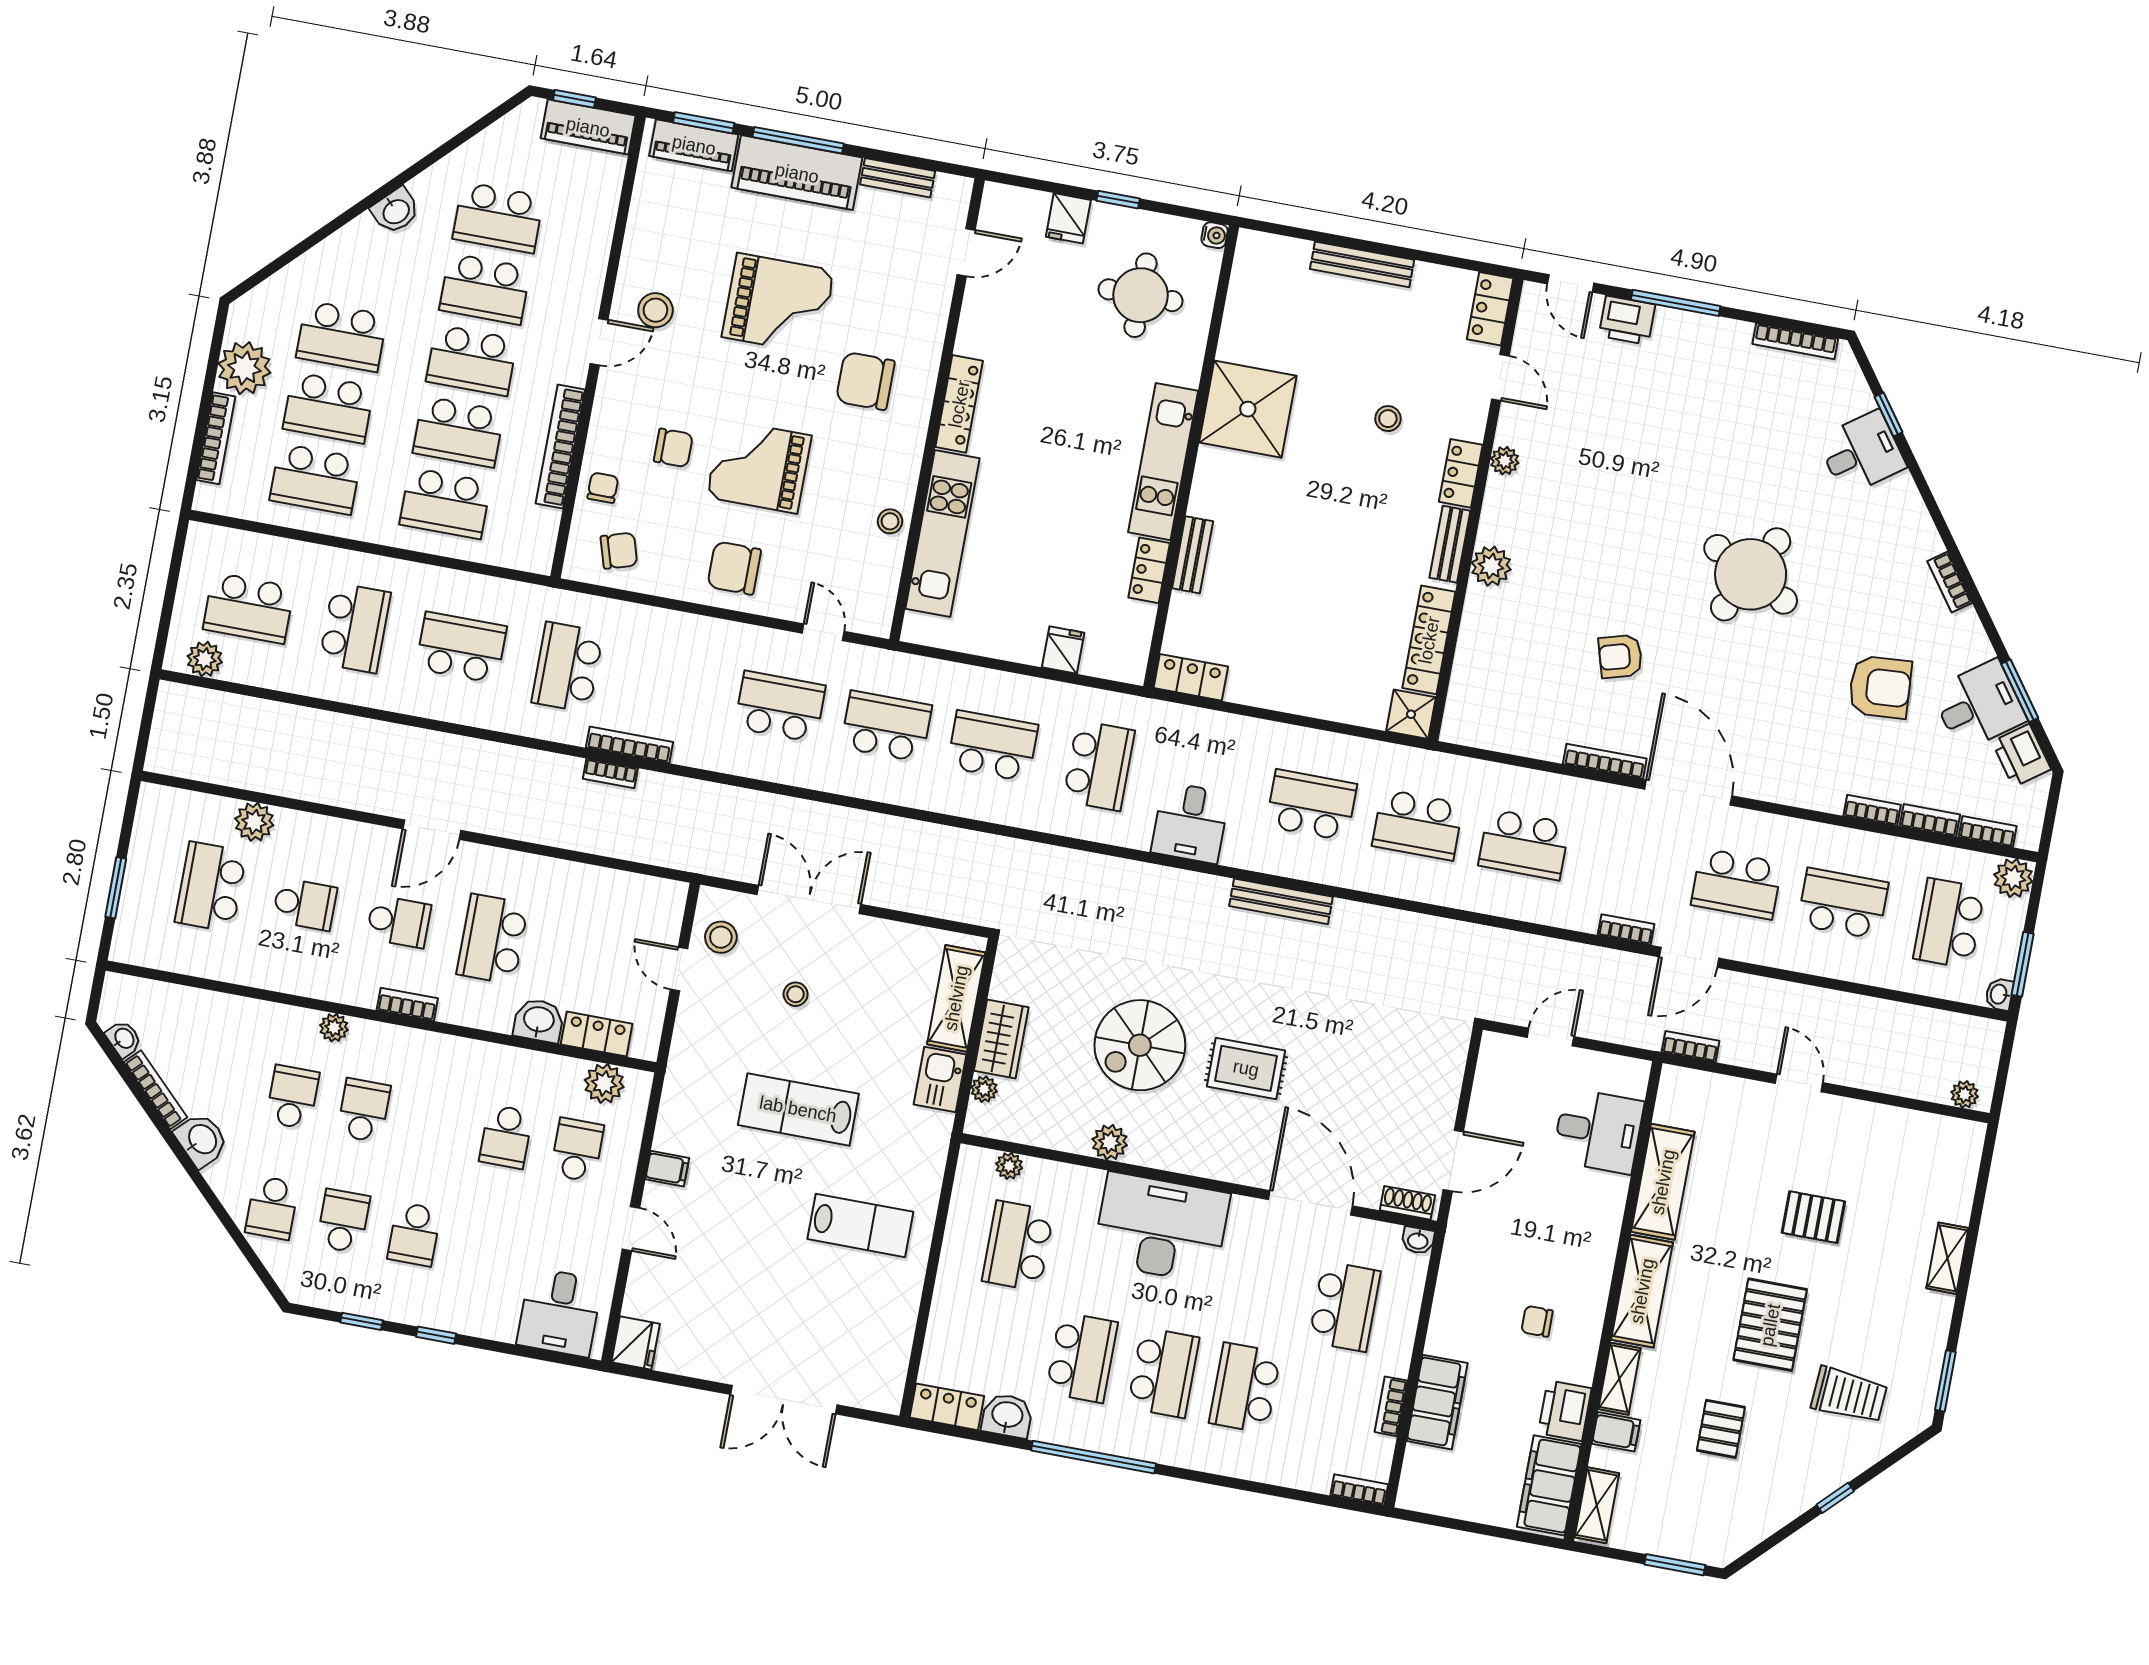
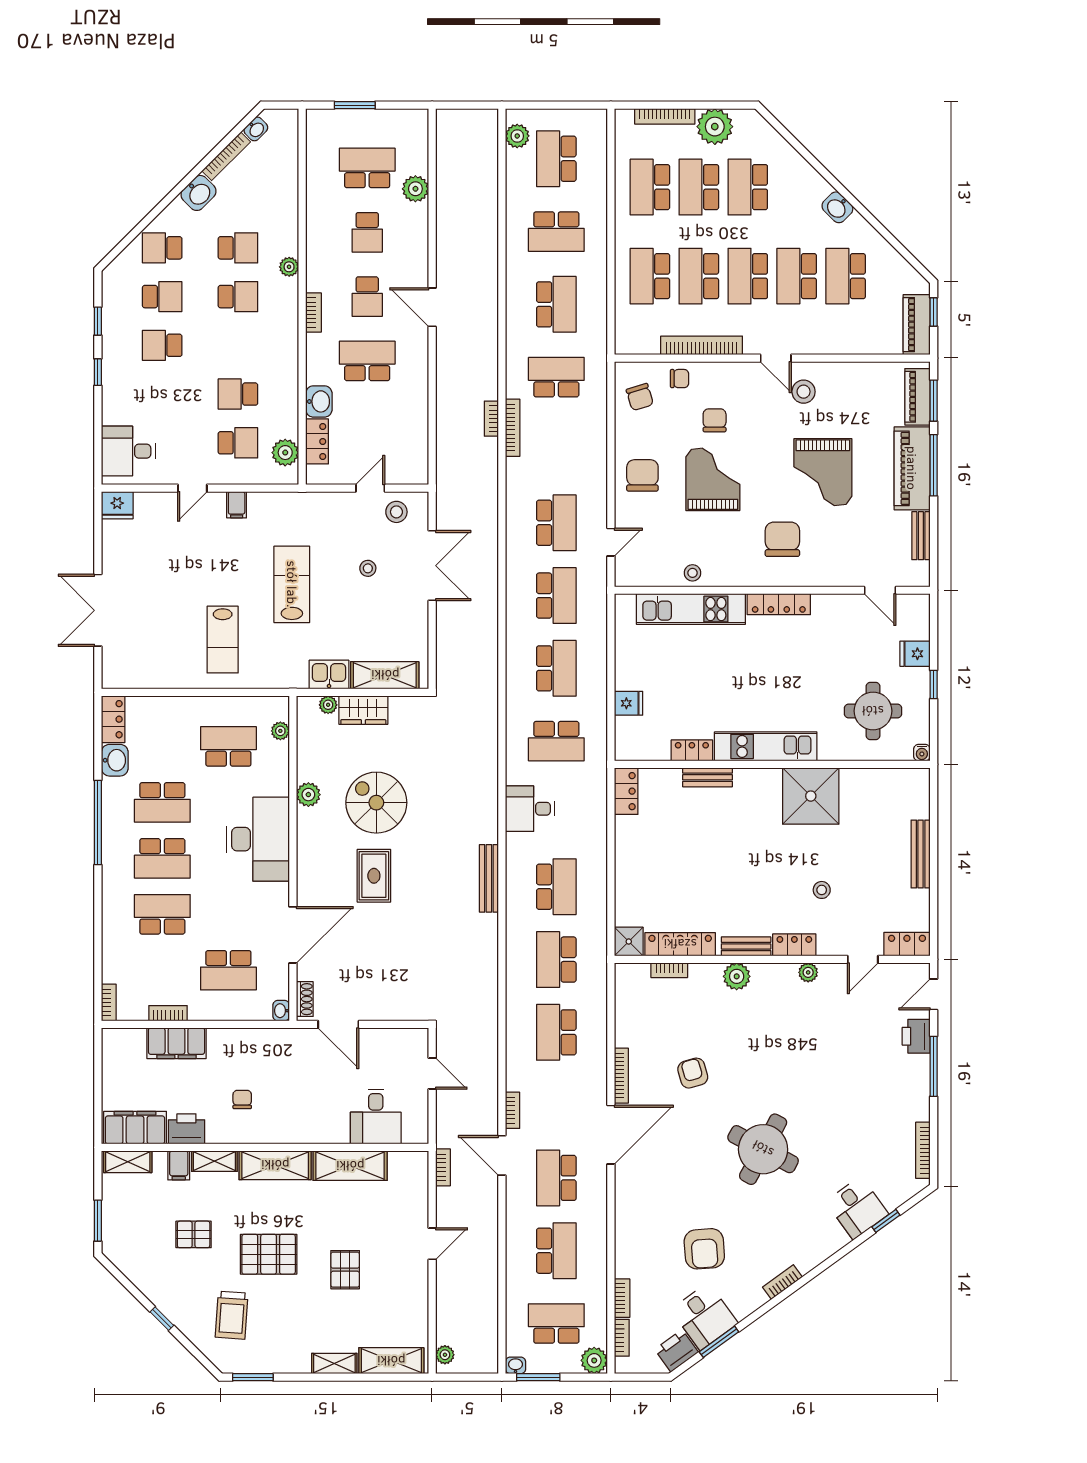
chair: (673, 448) -> (715, 420), turned 180
bookcase: (1872, 810) -> (669, 970), moved, turned 90
shelving: (1959, 1174) -> (391, 1361), added

